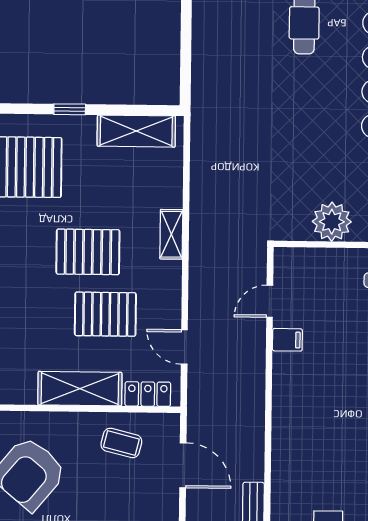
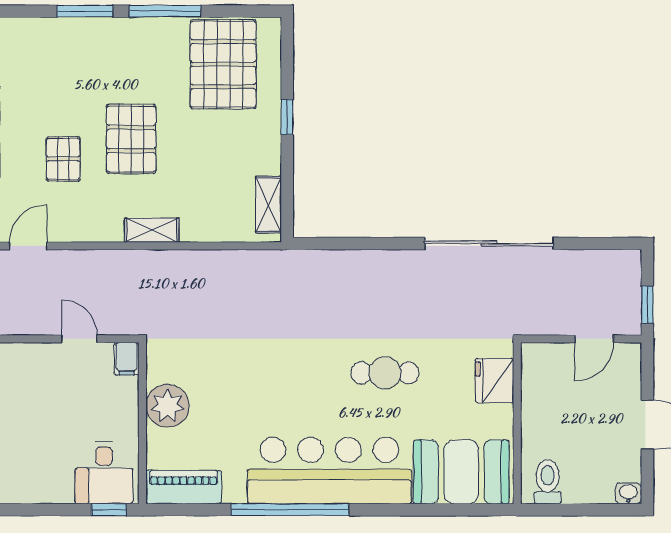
shelving: (136, 131) -> (268, 205), width x0.67, depth x0.75
pallet: (105, 314) -> (63, 159), width x0.67, depth x0.71
filing cabinet: (287, 340) -> (127, 359), moved

